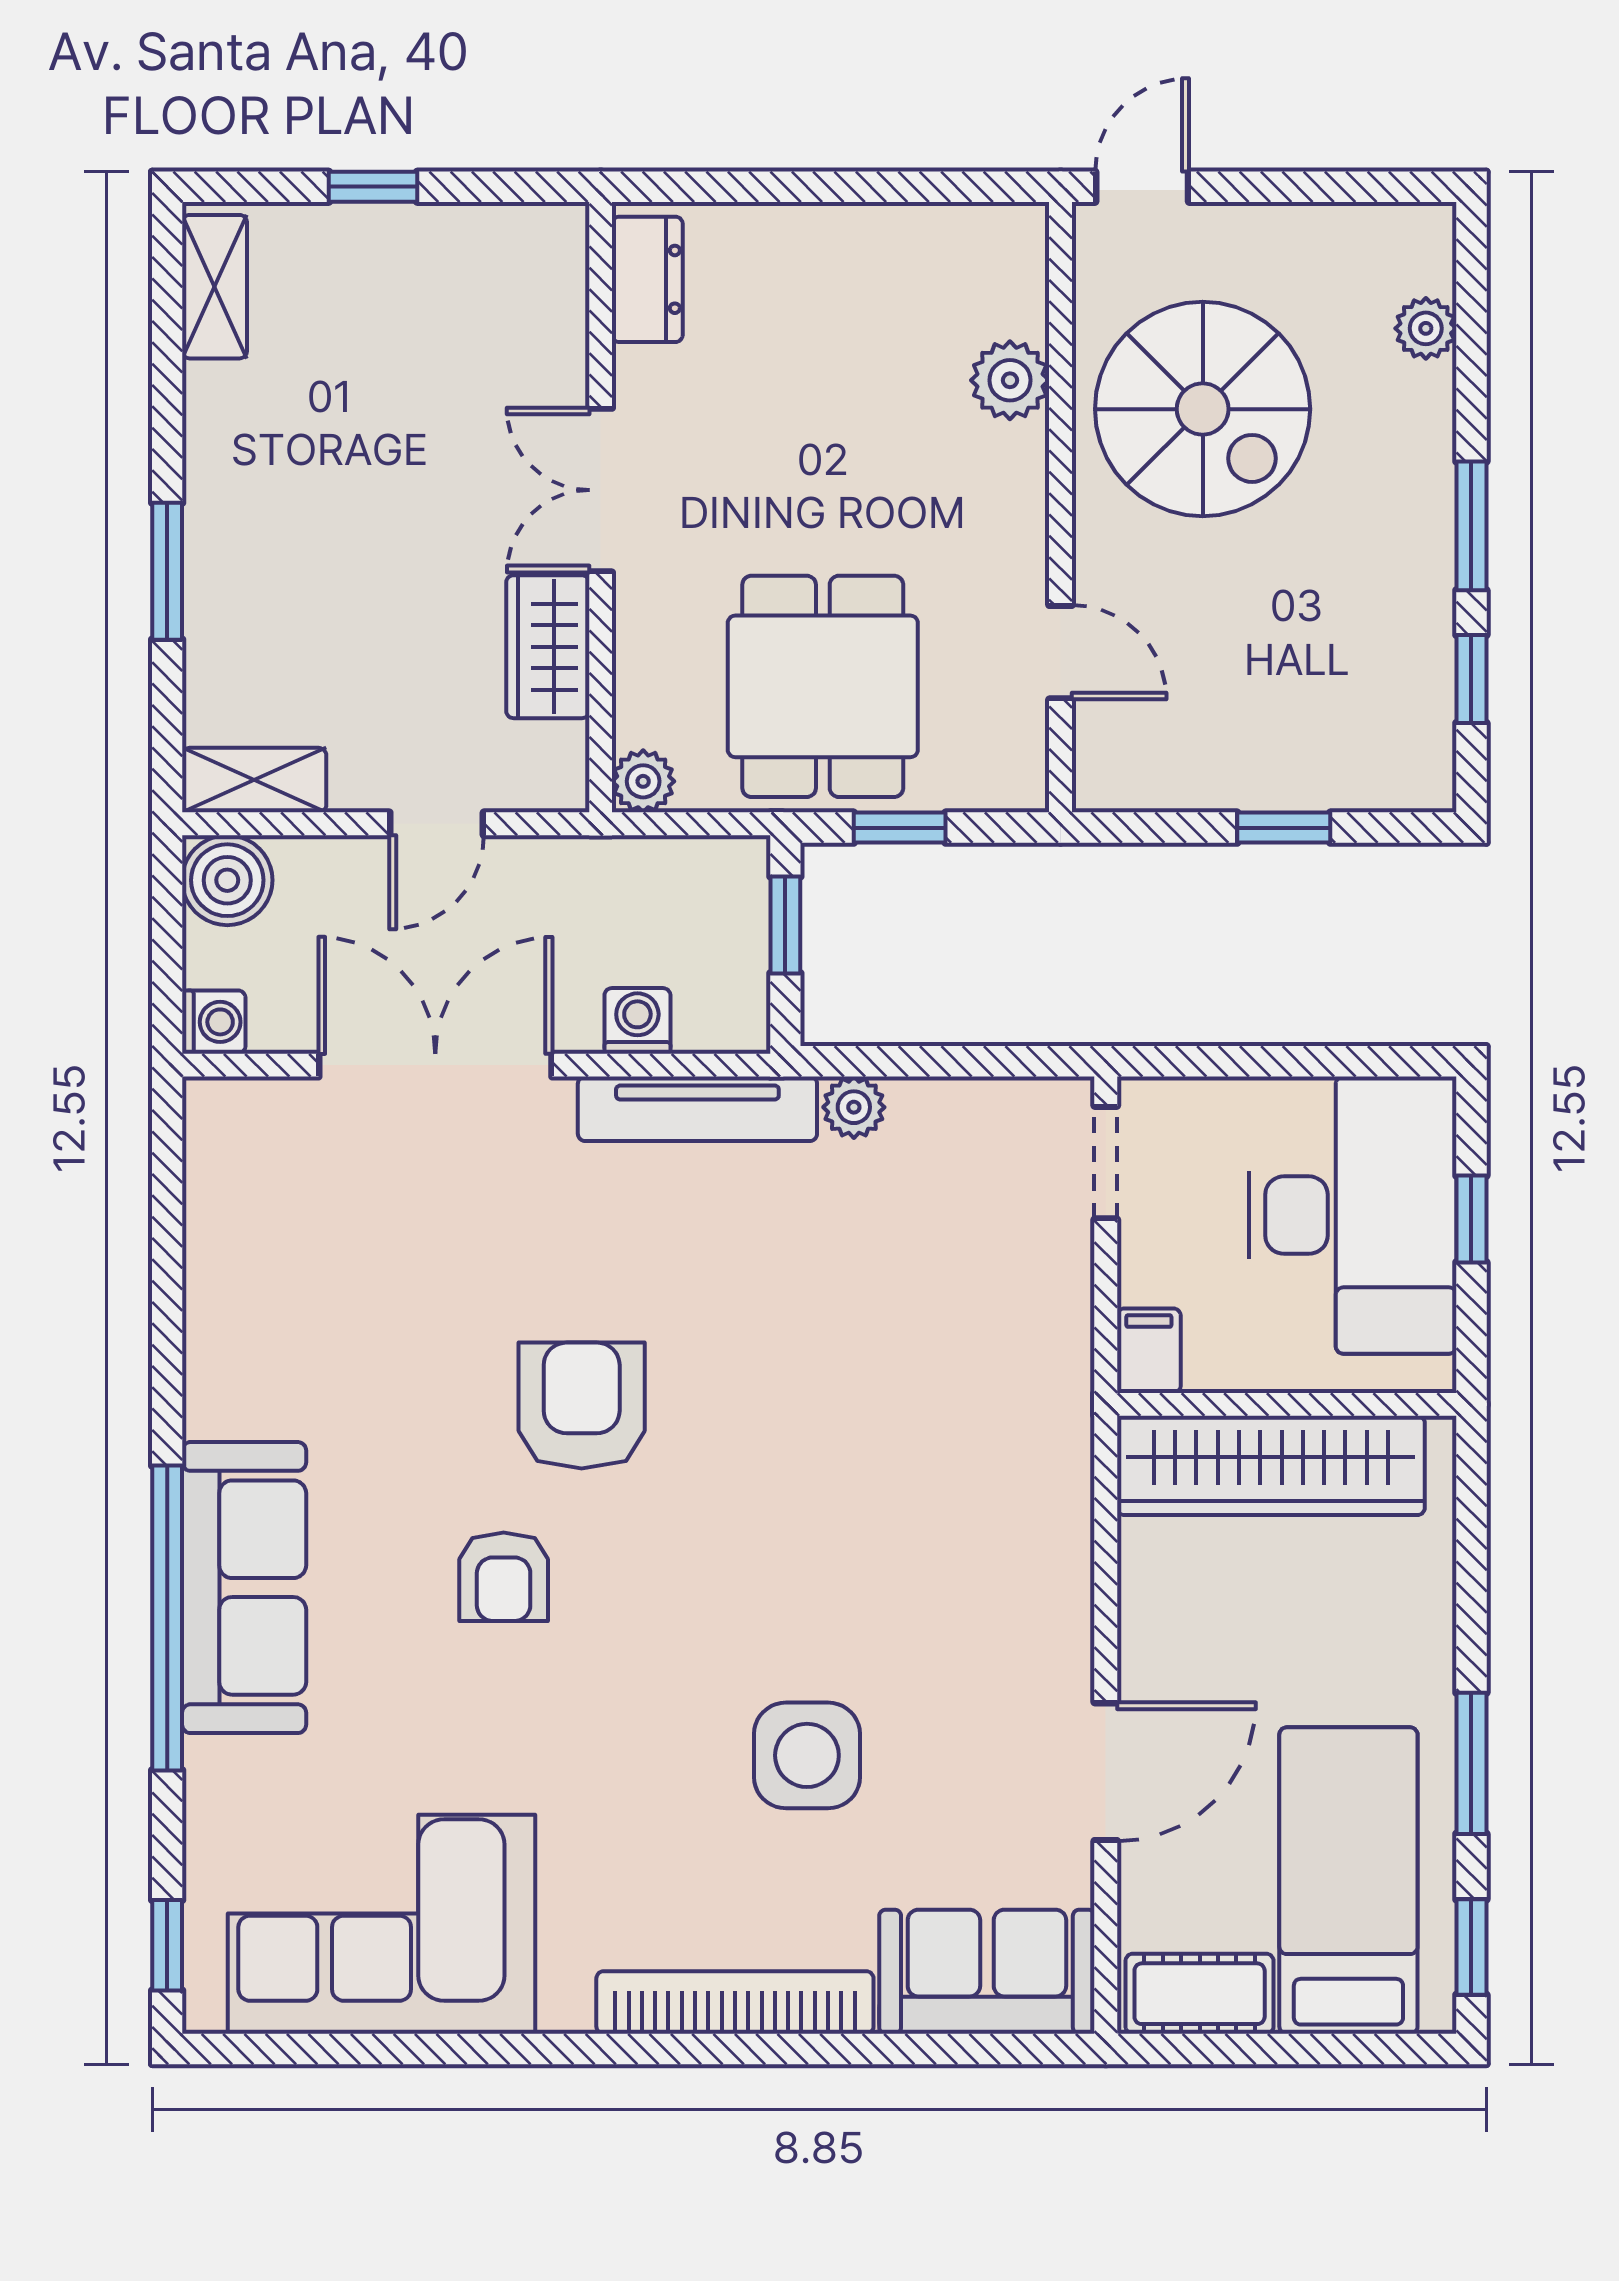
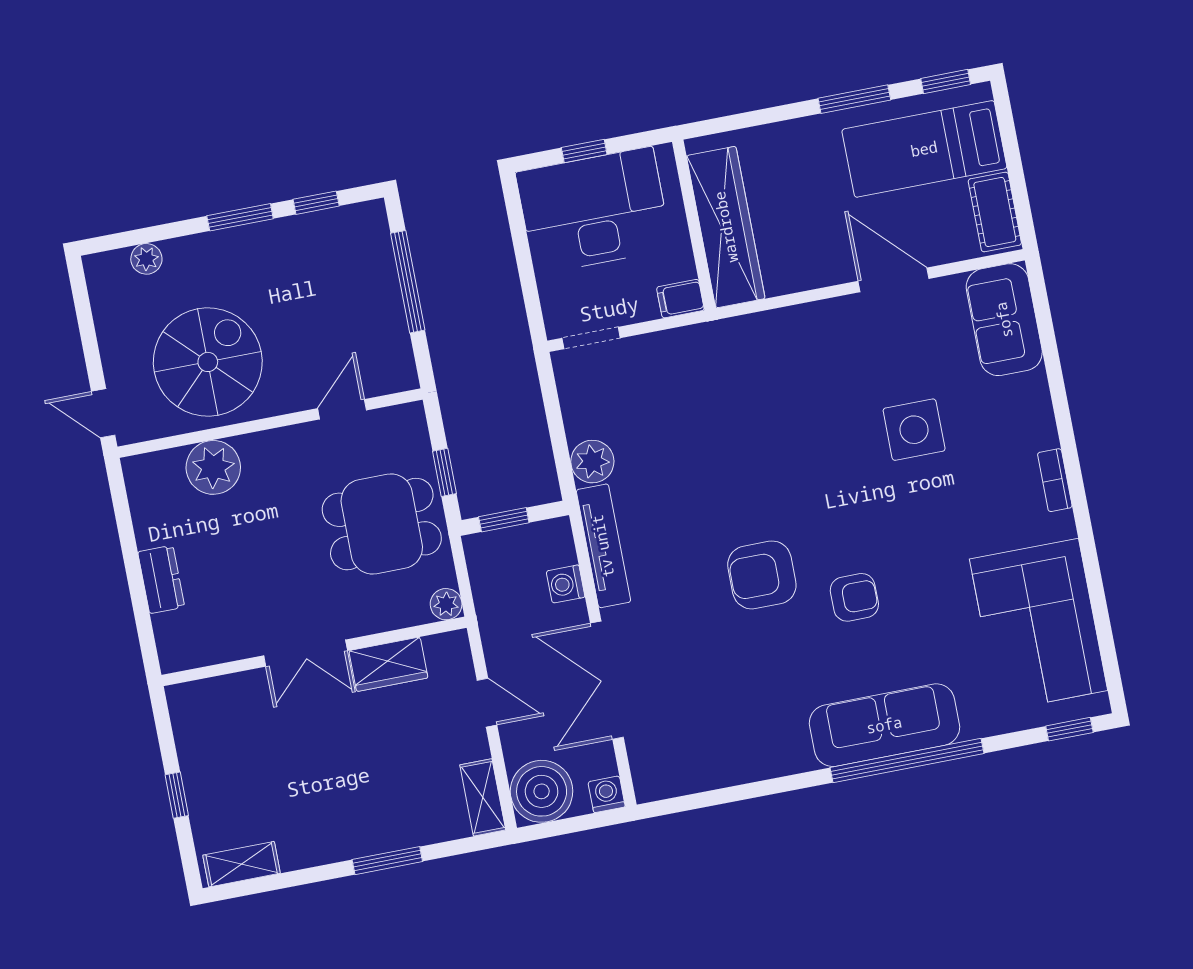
dresser: (647, 279) -> (161, 579), moved, turned 90
plant: (1010, 380) -> (213, 467), width x1.36, depth x1.36
window: (1284, 828) -> (408, 282), width x2.17
boiler: (227, 880) -> (542, 791), width x1.37, depth x1.37
plant: (854, 1107) -> (592, 462), width x1.38, depth x1.38
bookcase: (735, 2002) -> (1055, 480), width x0.43, depth x0.76

